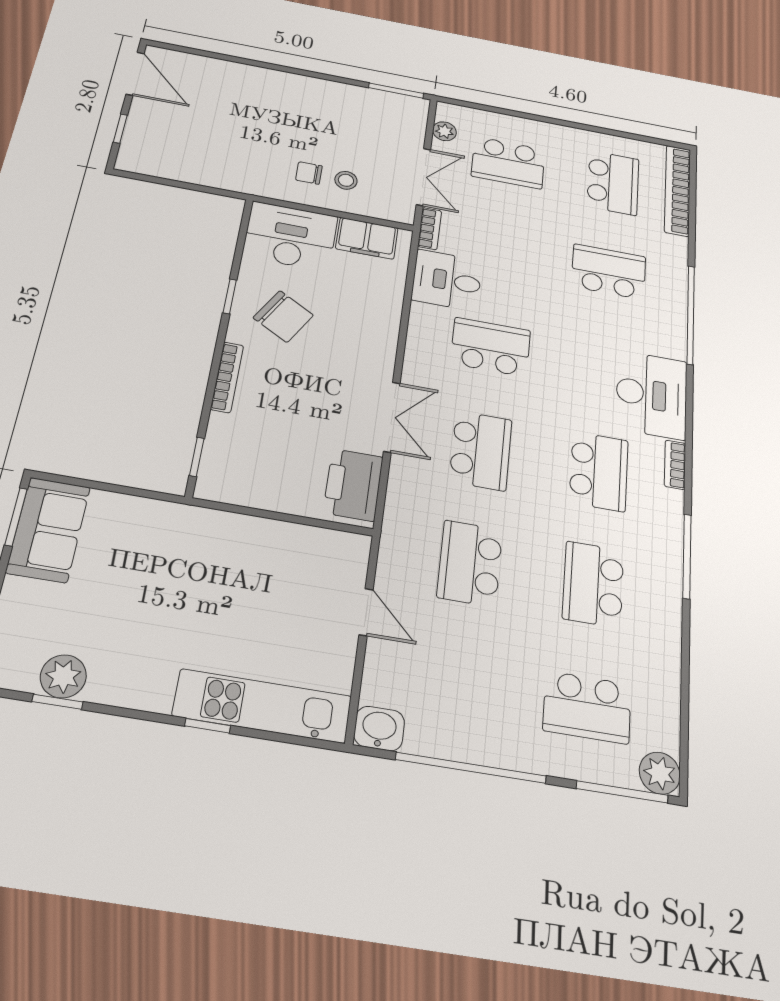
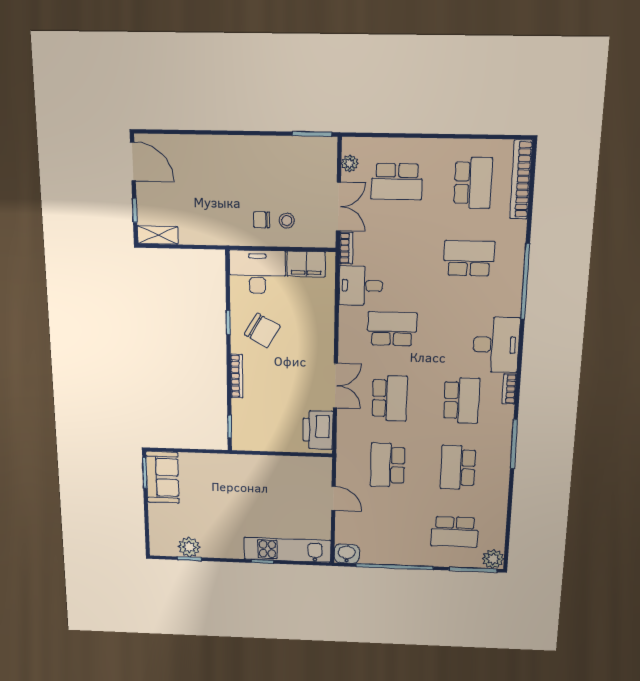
shelving: (147, 164) -> (158, 235), added

